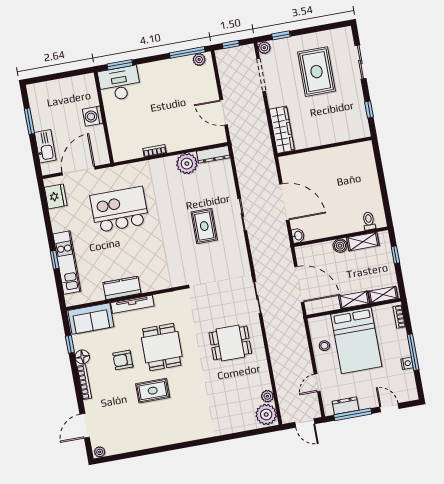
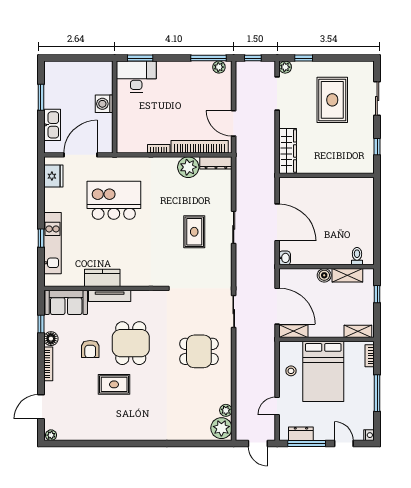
bookcase: (194, 141) -> (200, 147), added
shelving: (354, 300) -> (293, 331), moved
armchair: (123, 360) -> (90, 349), turned -90
nightstand: (407, 363) -> (369, 435), moved

